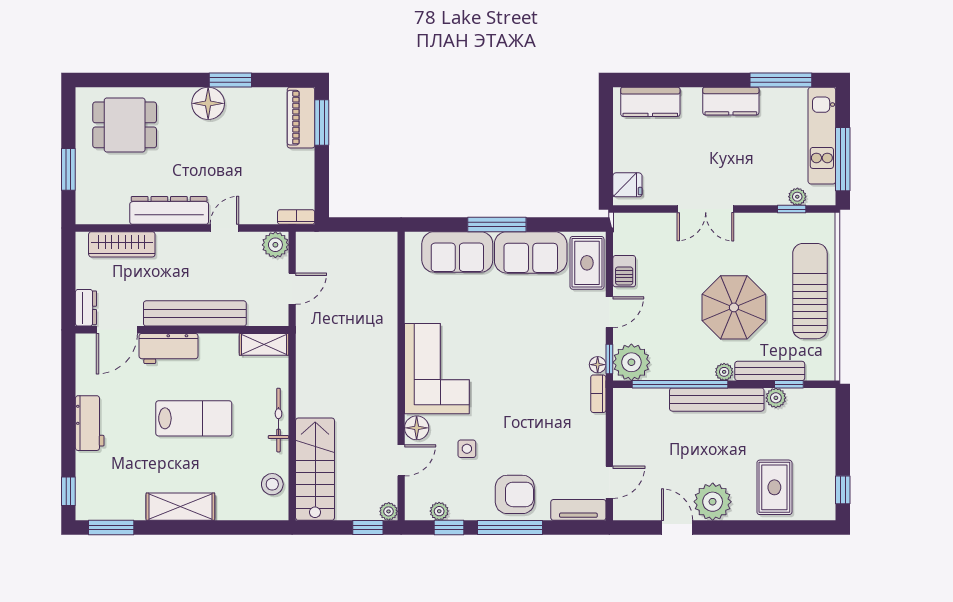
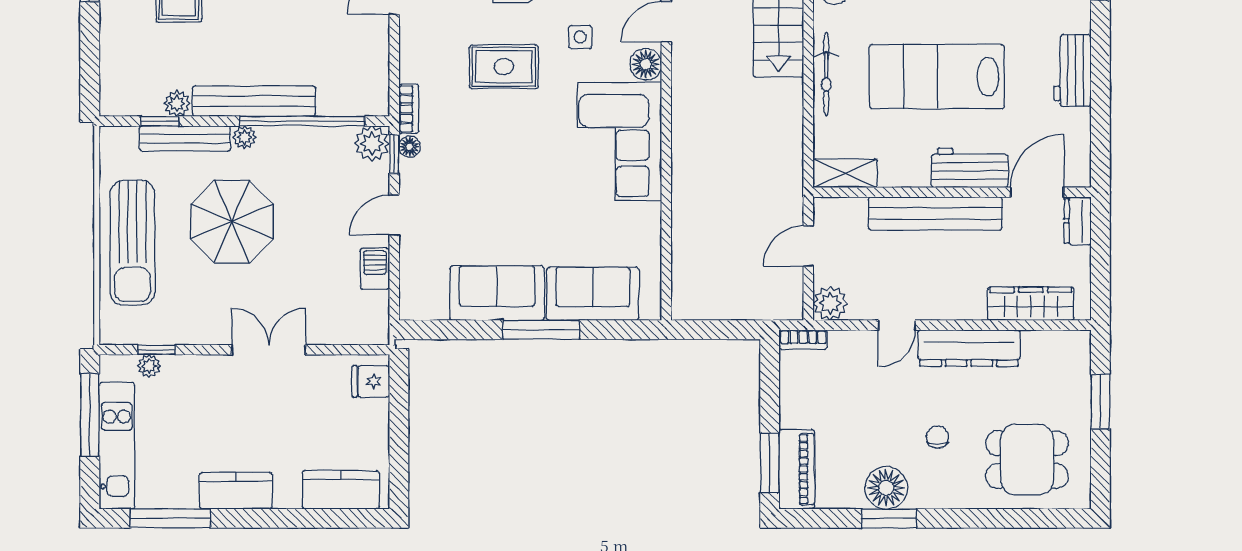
floor lamp: (208, 103) -> (886, 488), moved
chair: (193, 142) -> (938, 437), added
rug: (587, 263) -> (504, 67), moved, turned 90
plant: (631, 362) -> (372, 143), width x0.73, depth x0.73
lab bench: (194, 418) -> (937, 77), width x1.36, depth x1.39

